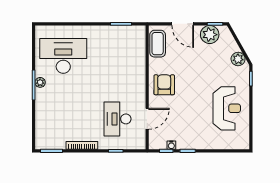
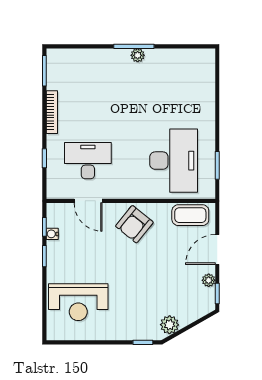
plant: (210, 35) -> (209, 280), width x0.53, depth x0.53
desk: (63, 56) -> (174, 161), moved
armchair: (164, 85) -> (134, 224), turned 129
reception desk: (227, 108) -> (78, 302), moved

